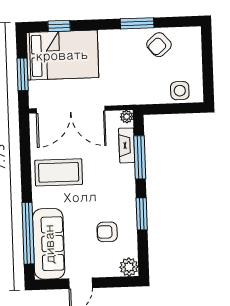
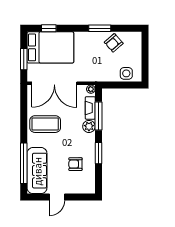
plant: (129, 267) -> (89, 126), moved

